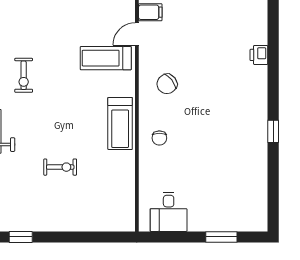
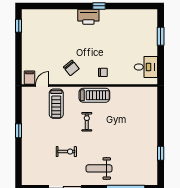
door: (137, 34) -> (42, 85), swing flipped
printer: (259, 55) -> (88, 17), moved, width x1.87, depth x1.48
exercise bike: (60, 167) -> (87, 122), moved

